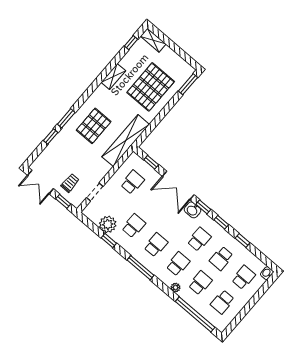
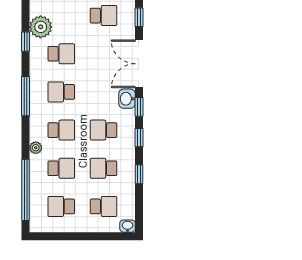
school desk: (199, 239) -> (103, 130), turned 180
school desk: (156, 245) -> (61, 92), turned 180

